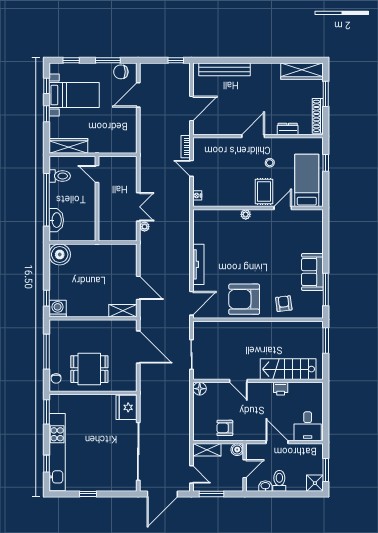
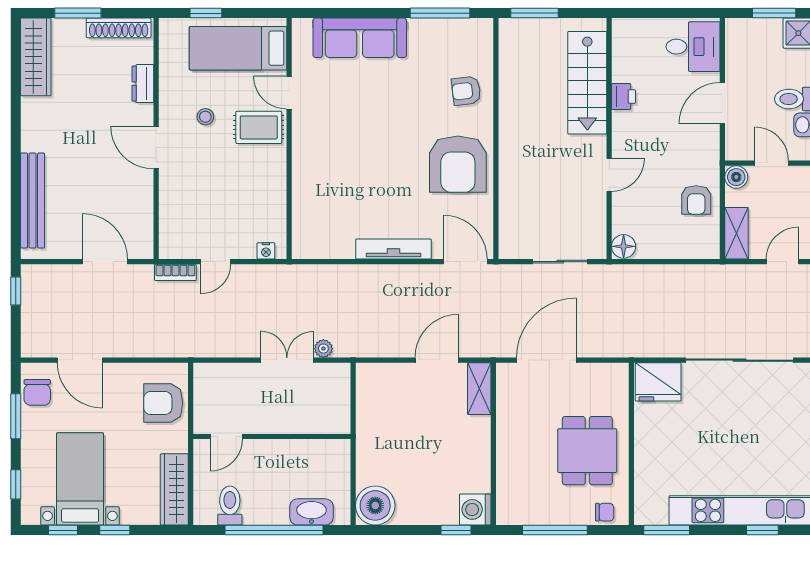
armchair: (115, 140) -> (163, 403), added
plant: (246, 214) -> (301, 161), removed
sofa: (312, 272) -> (360, 38), moved, width x1.36

